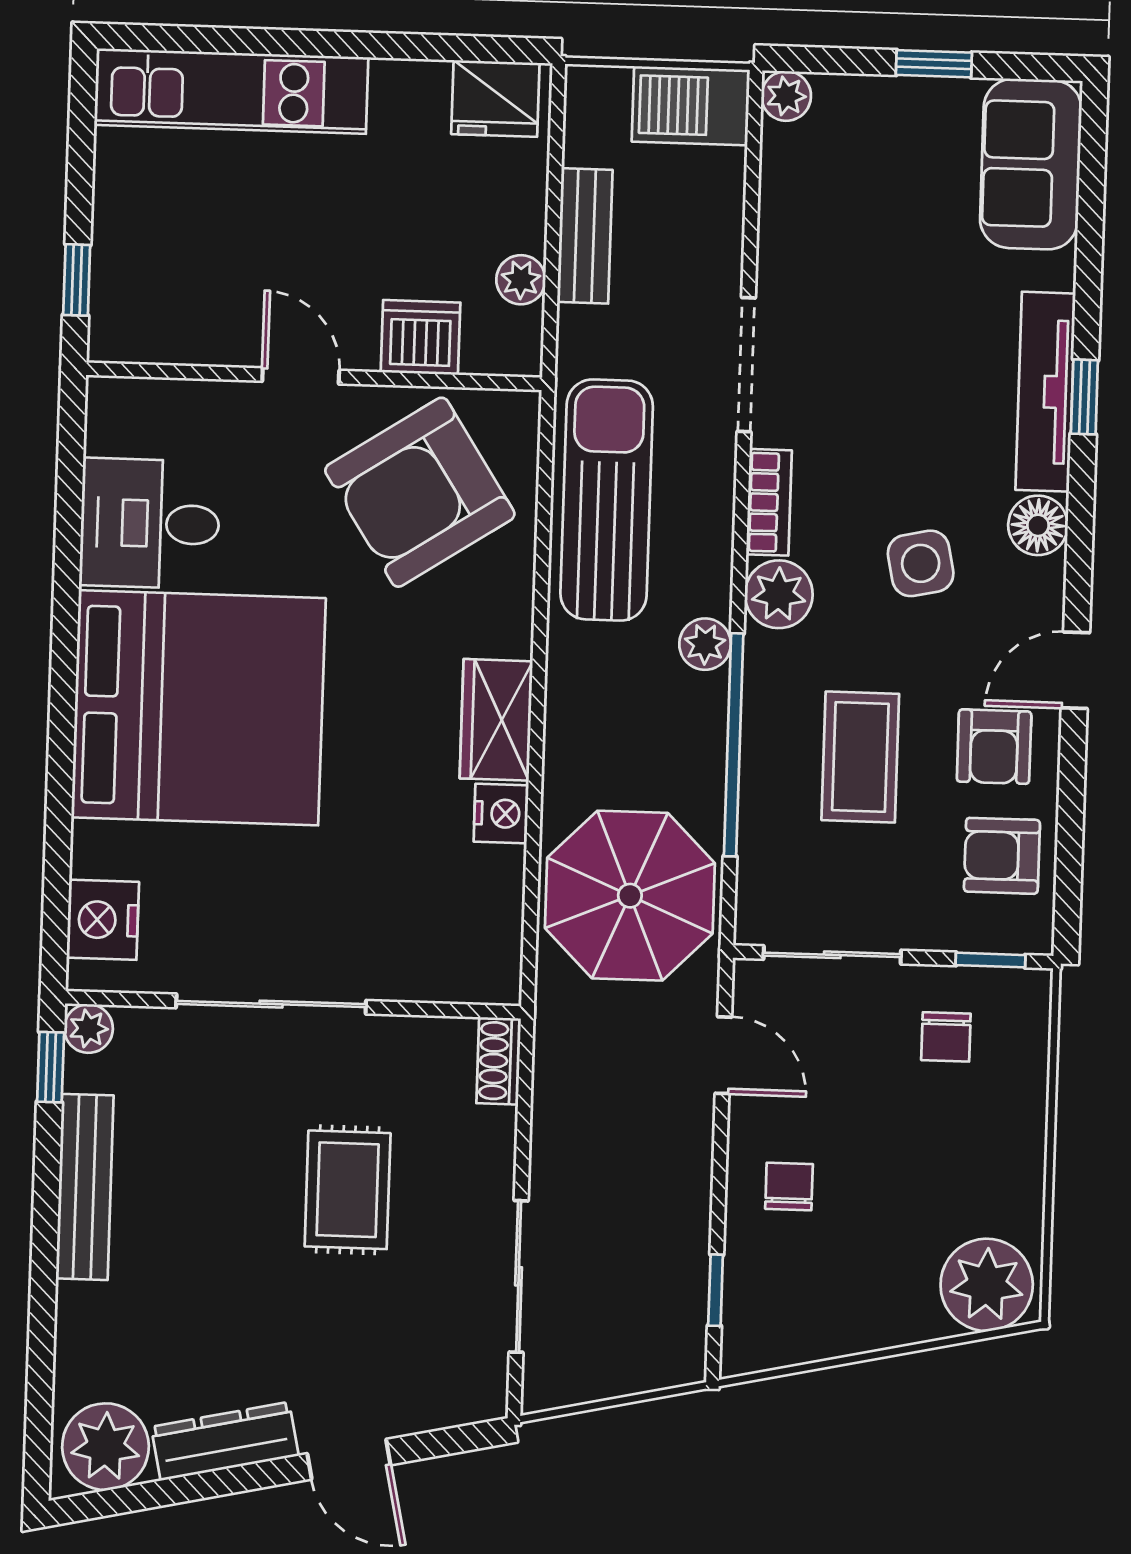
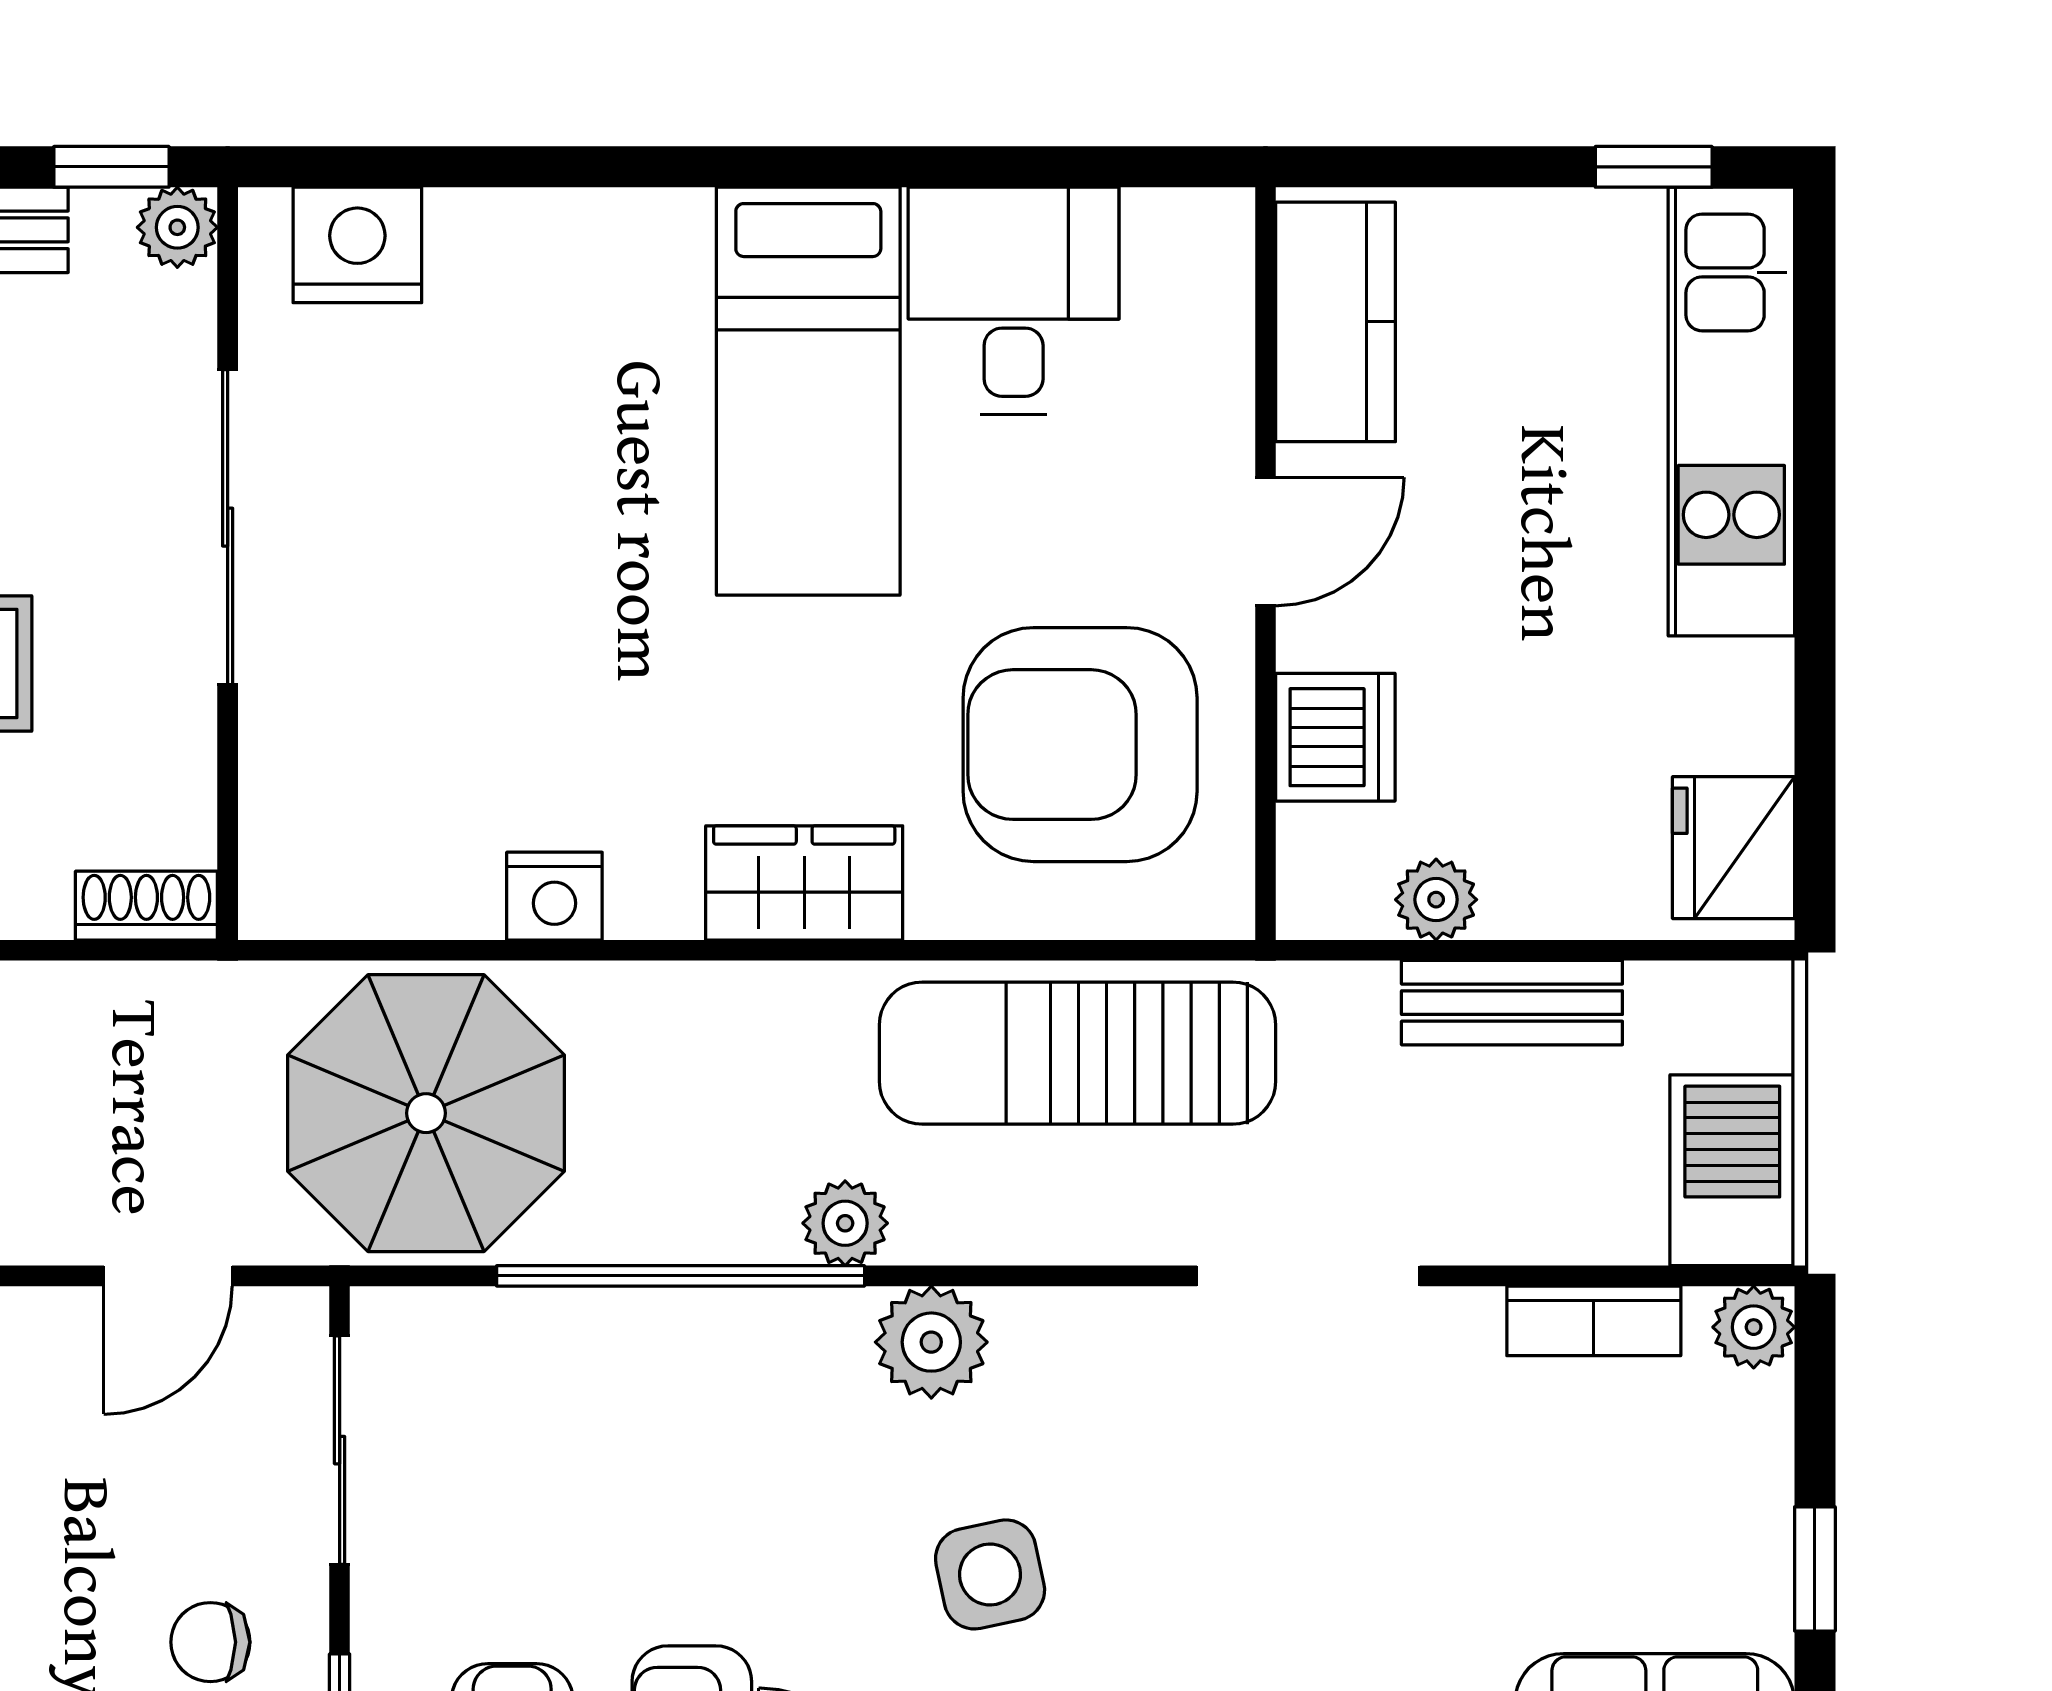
window: (77, 280) -> (1654, 167), moved
kitchen counter: (169, 329) -> (1336, 322), added
armchair: (420, 492) -> (1080, 745), turned -57
sun lounger: (607, 500) -> (1077, 1053), turned 180
bookcase: (769, 502) -> (1594, 1321), moved
bed: (198, 708) -> (808, 391), width x0.49
wardrobe: (496, 720) -> (804, 883), moved
coffee table: (860, 757) -> (667, 1486), removed

